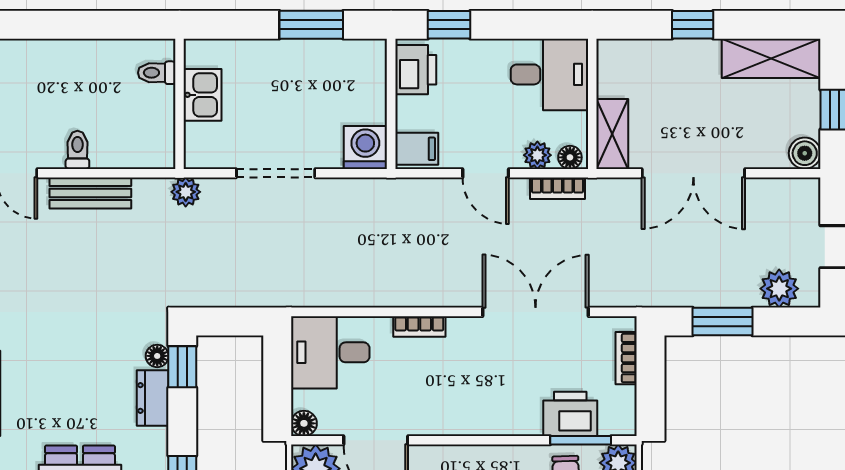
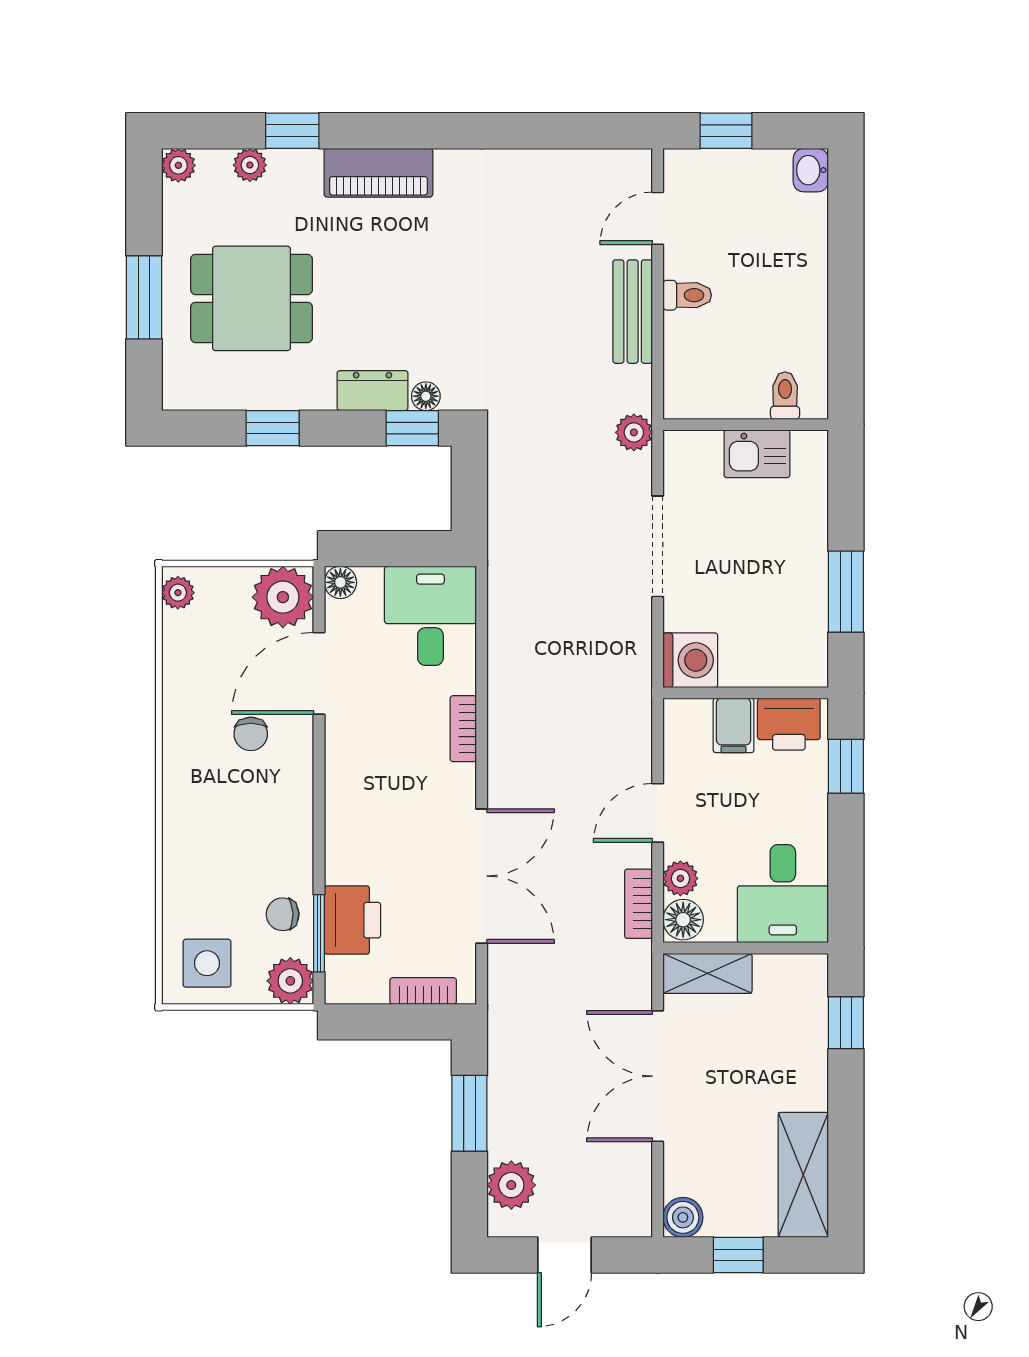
window: (693, 25) -> (846, 1023), moved
filing cabinet: (417, 149) -> (734, 725), moved
floor lamp: (570, 157) -> (683, 920), width x1.37, depth x1.37

